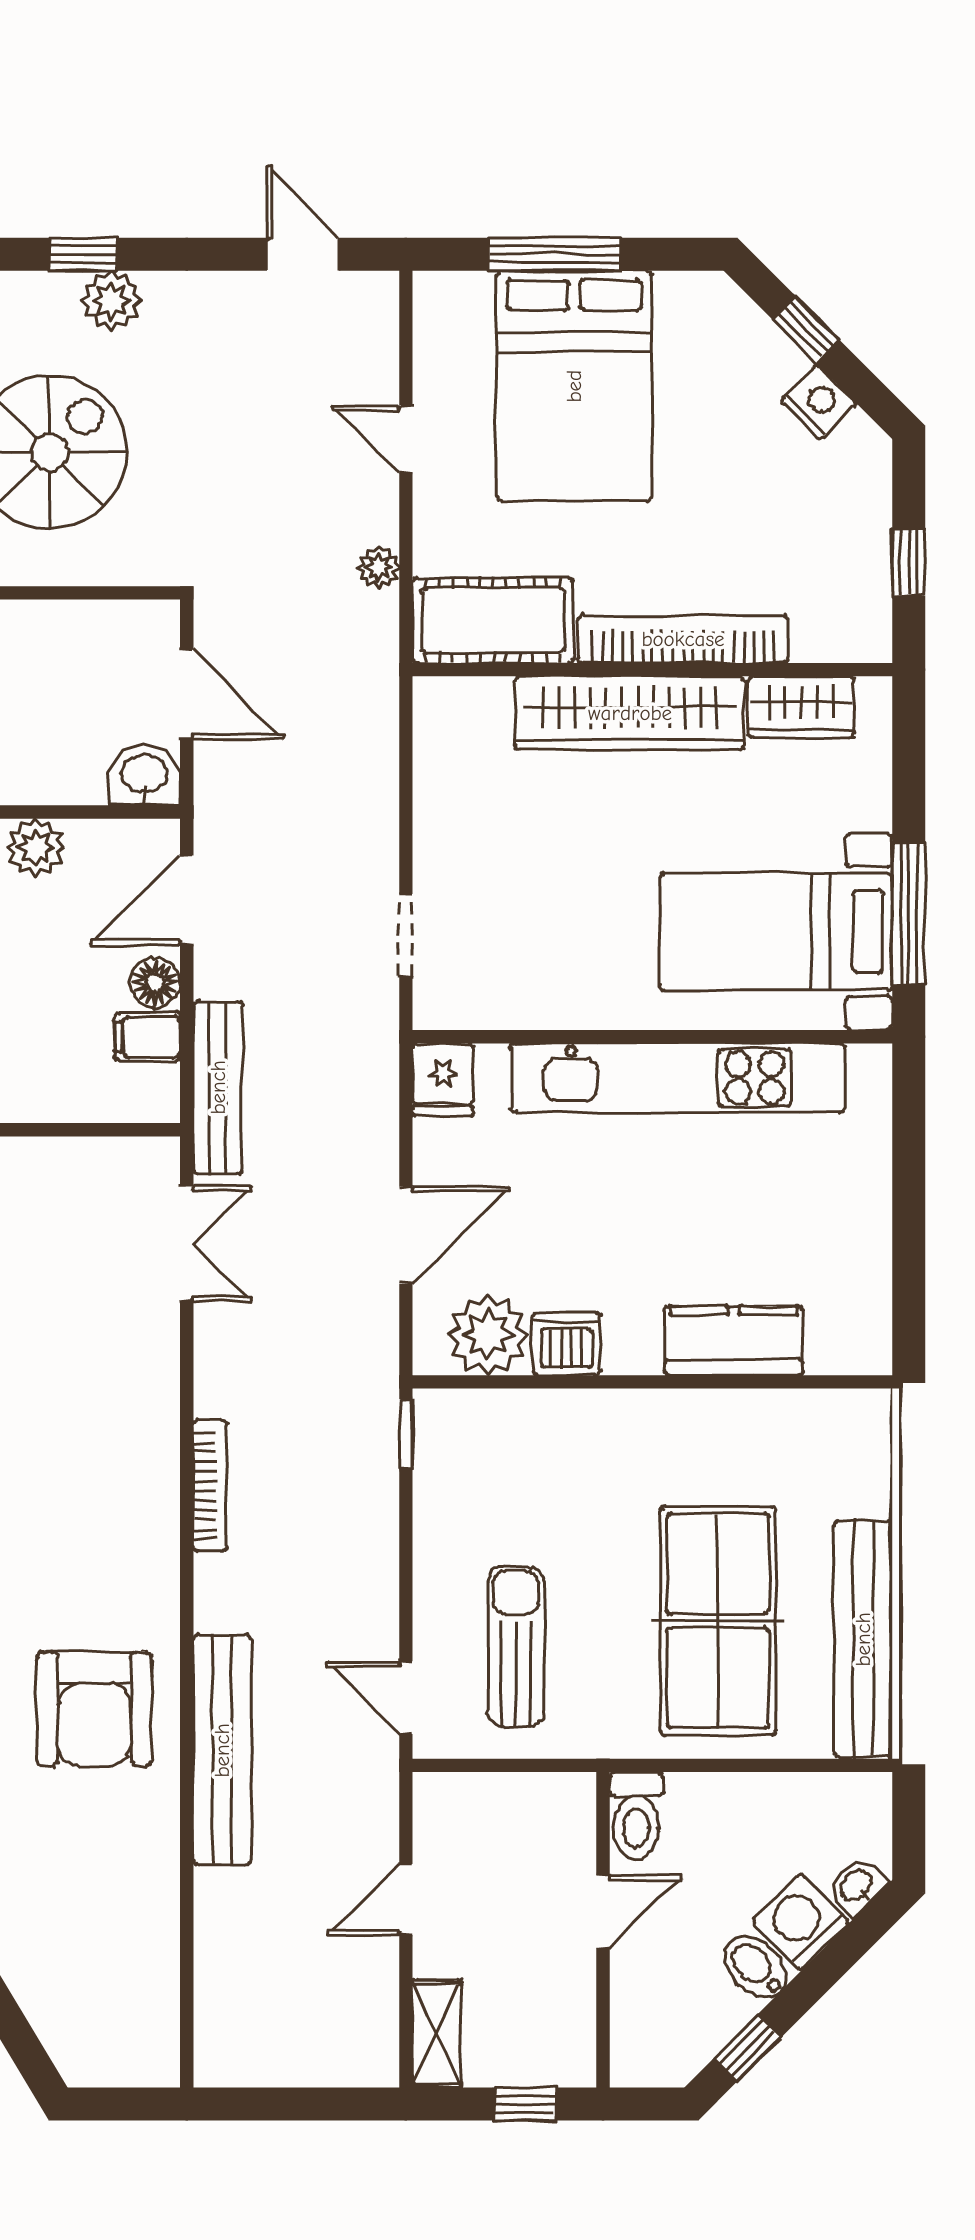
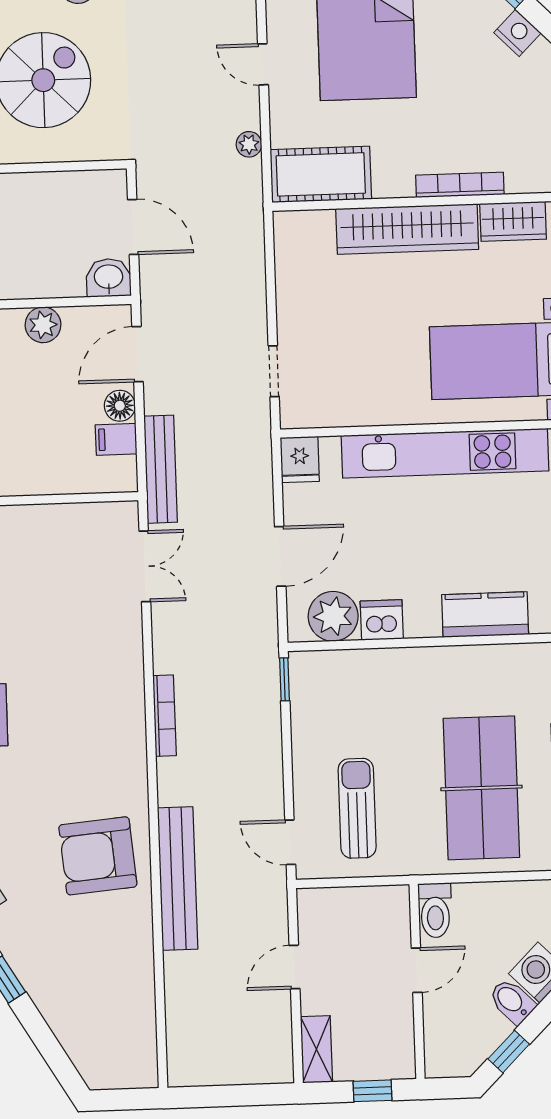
bookcase: (683, 639) -> (460, 185), width x0.68, depth x0.76
armchair: (94, 1709) -> (98, 856), turned 85

